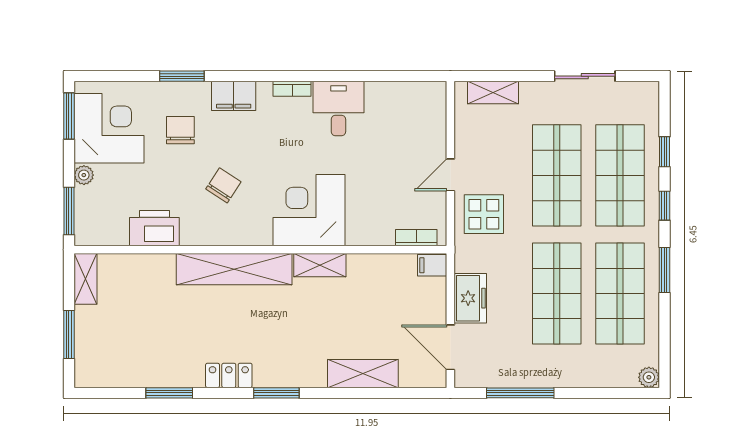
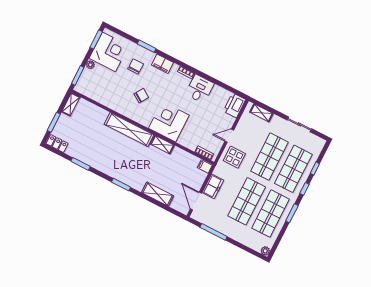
printer: (154, 228) -> (234, 105), moved, turned -90
locker: (229, 375) -> (57, 143), moved

